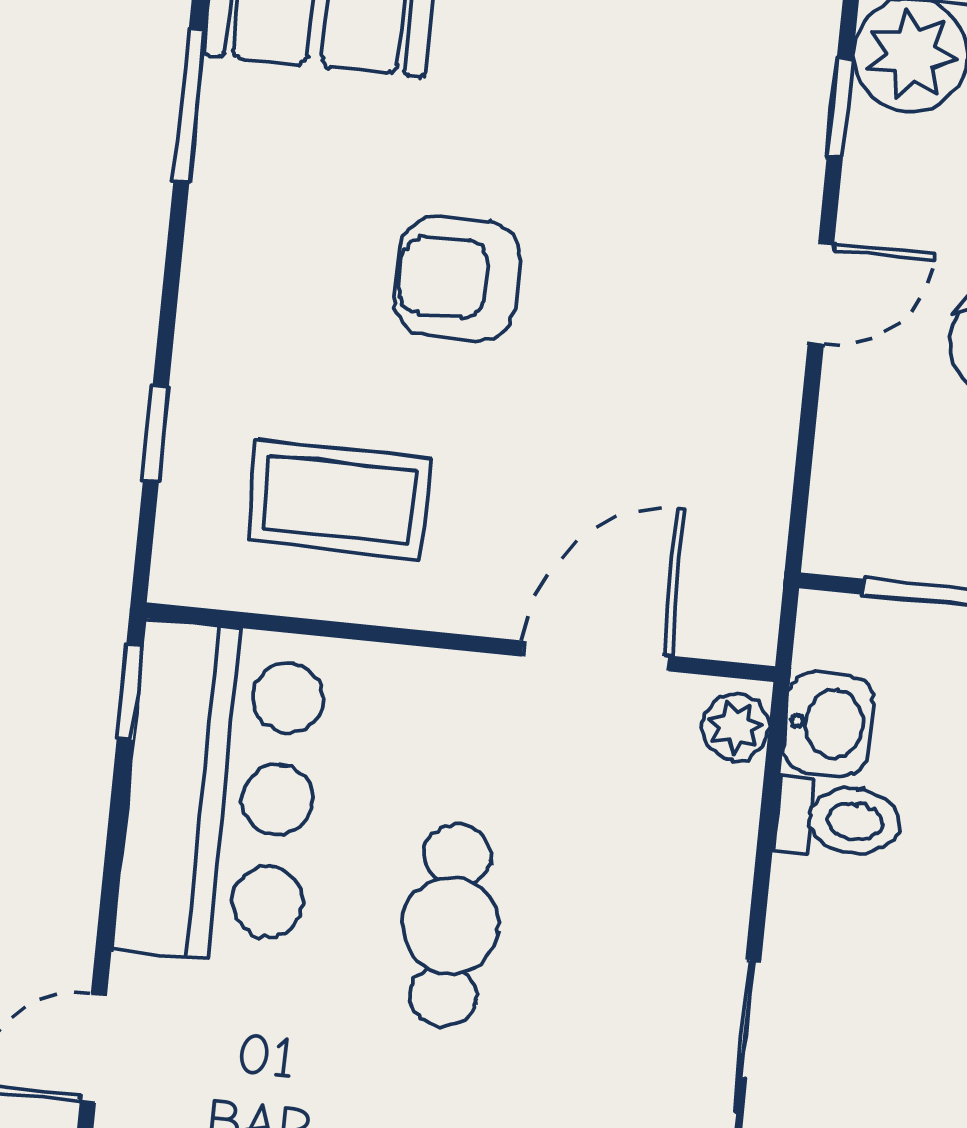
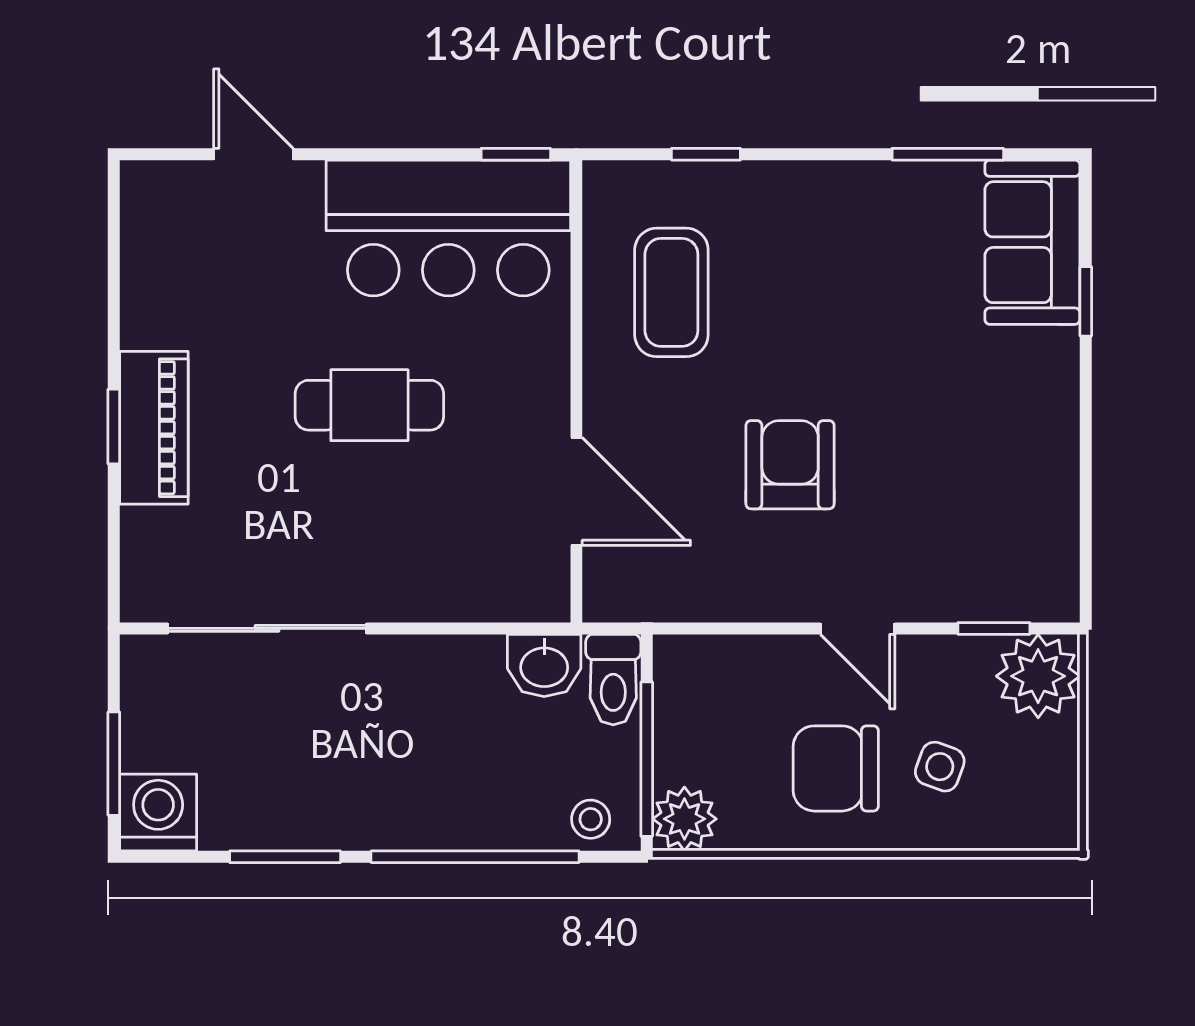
armchair: (458, 279) -> (790, 465), moved
plant: (736, 727) -> (535, 598), removed
toilet: (838, 820) -> (613, 680), moved

